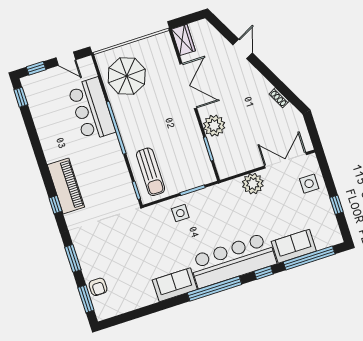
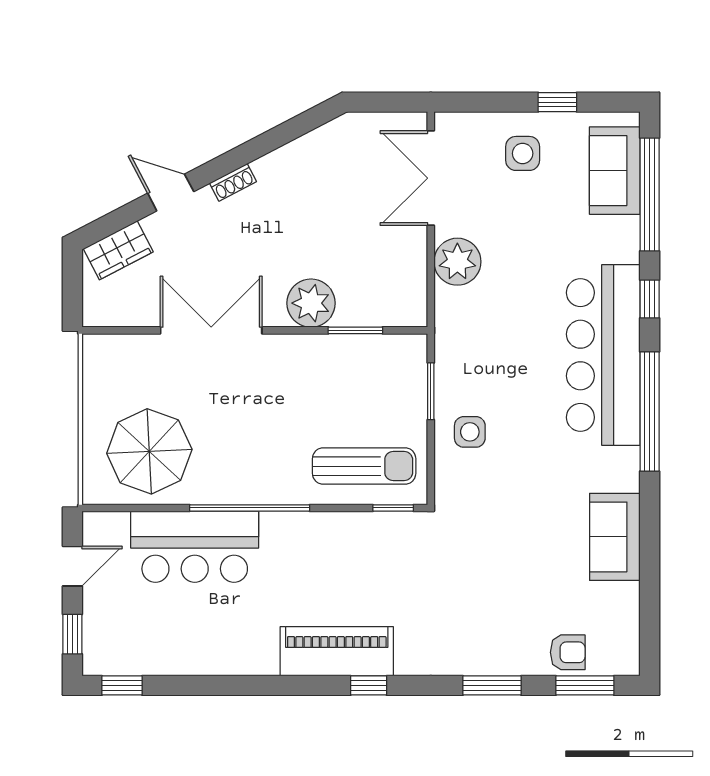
wardrobe: (183, 40) -> (118, 250), moved, turned 153
shoe rack: (279, 98) -> (233, 182), moved
side table: (309, 184) -> (523, 153), moved
sofa: (294, 246) -> (615, 171), moved
sofa: (175, 285) -> (615, 537), moved

